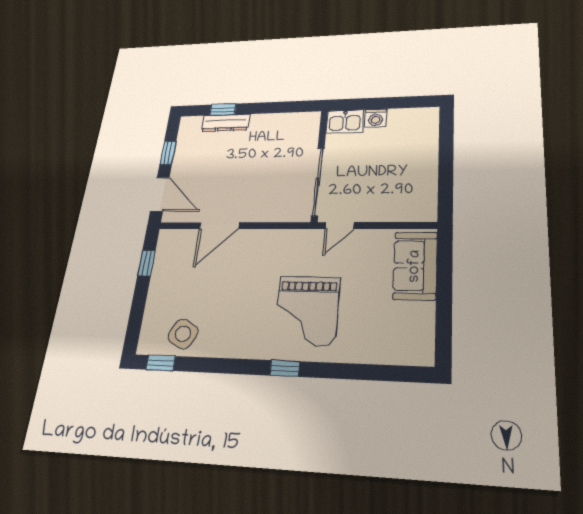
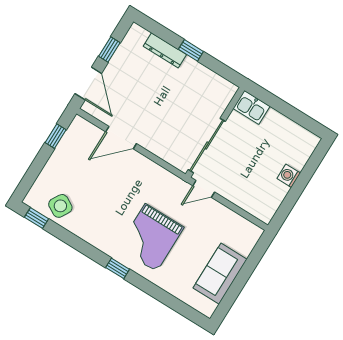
window: (223, 110) -> (191, 50), moved
washing machine: (376, 118) -> (289, 176), moved, turned 90
sofa: (415, 266) -> (220, 274), moved

